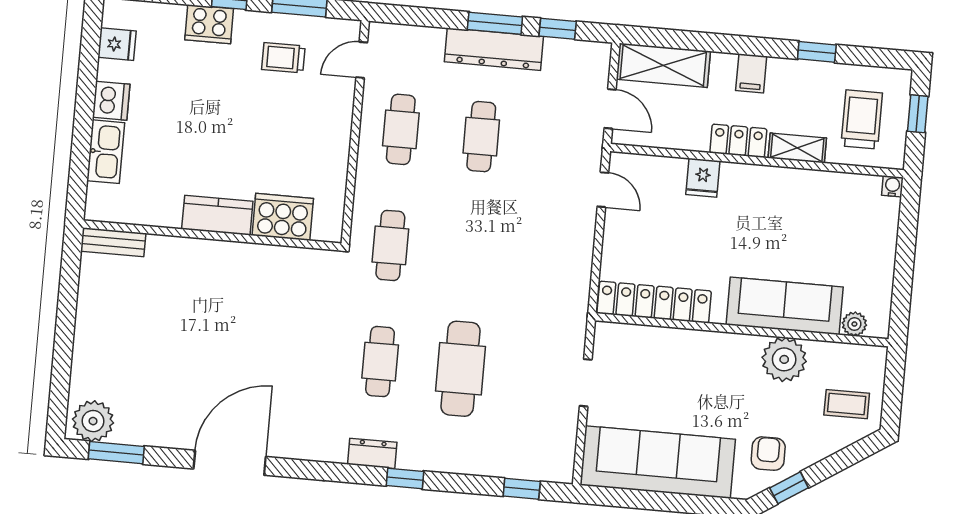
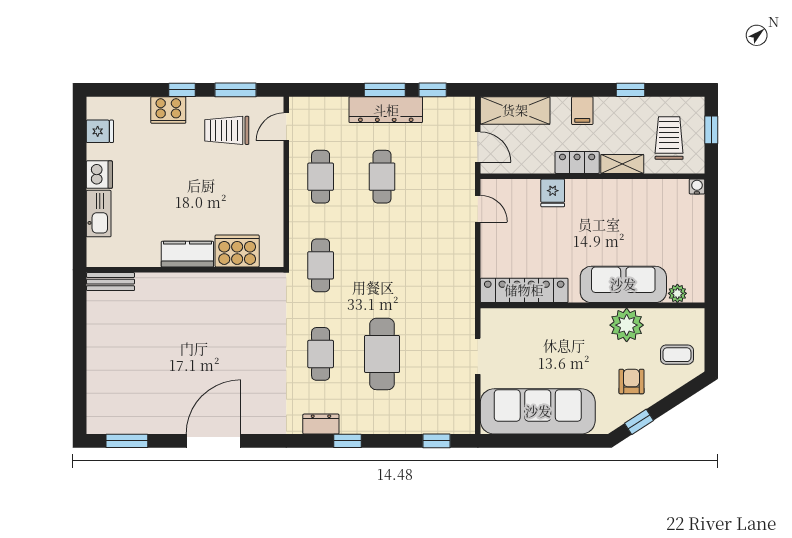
trolley: (283, 58) -> (227, 130), width x1.36, depth x1.39
plant: (93, 421) -> (107, 418), removed
armchair: (768, 454) -> (631, 381), moved

